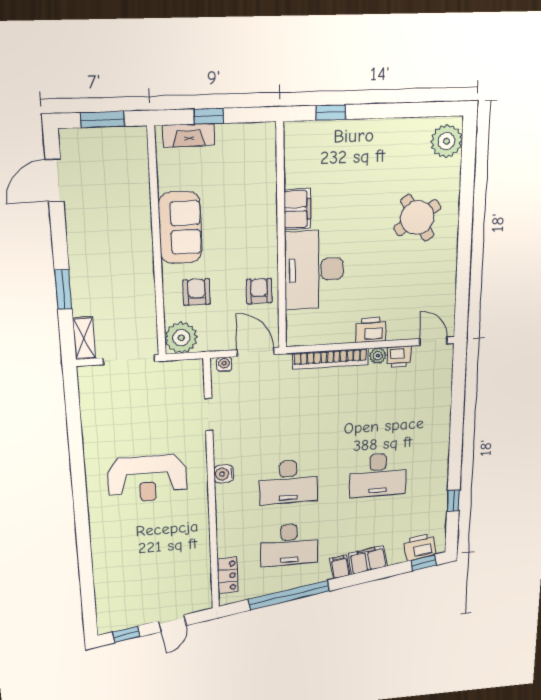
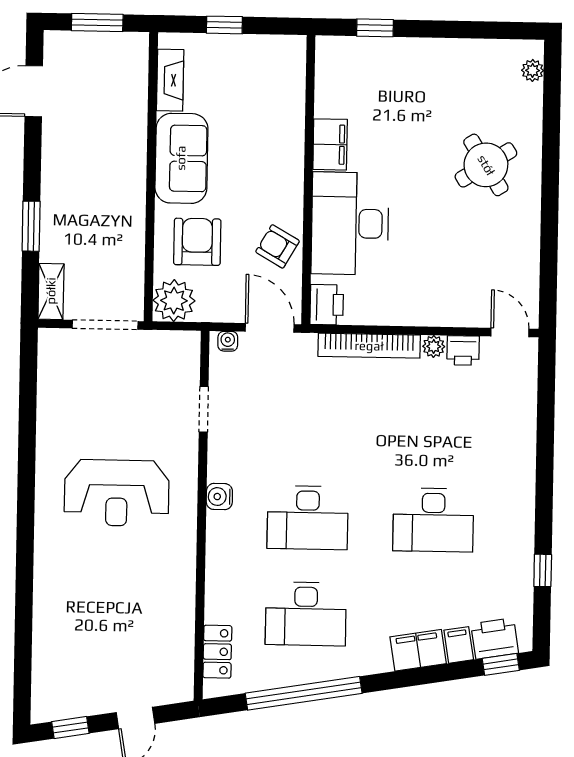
fireplace: (189, 135) -> (170, 80), moved, turned -90
plant: (447, 141) -> (533, 70), width x0.53, depth x0.53
armchair: (259, 291) -> (278, 246), turned -60
armchair: (197, 292) -> (197, 242), width x1.38, depth x1.38
printer: (371, 330) -> (327, 305), moved, turned 90
filing cabinet: (340, 567) -> (459, 645), moved

